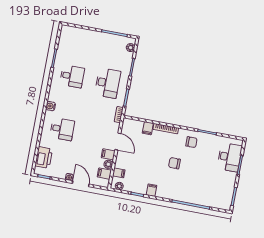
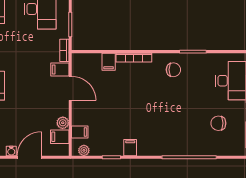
filing cabinet: (108, 154) -> (60, 69), moved
chair: (174, 163) -> (218, 123), moved
door: (81, 184) -> (29, 157), hinge flipped

